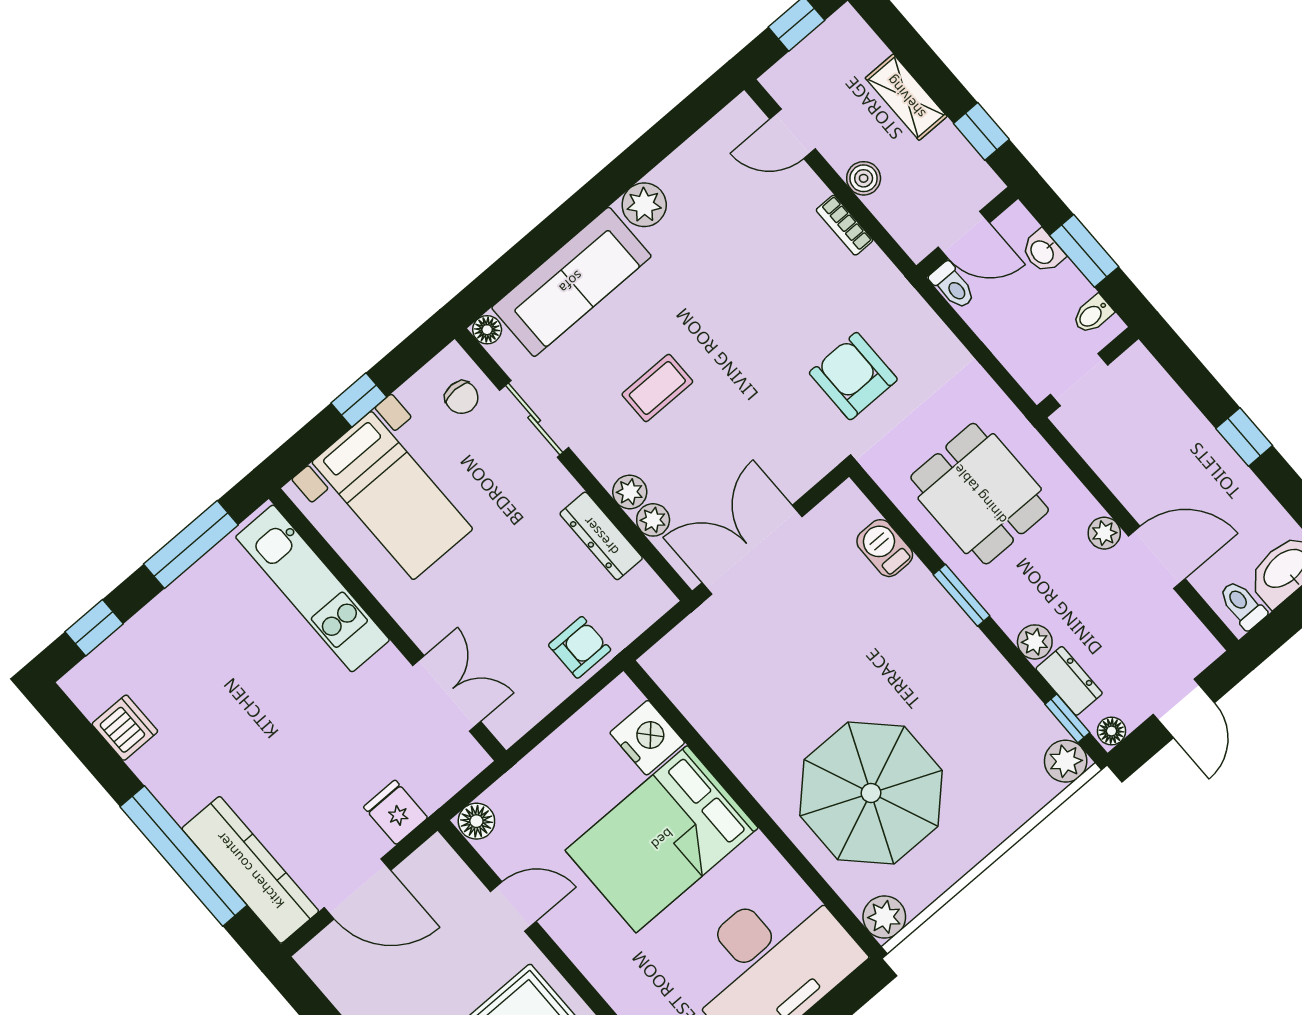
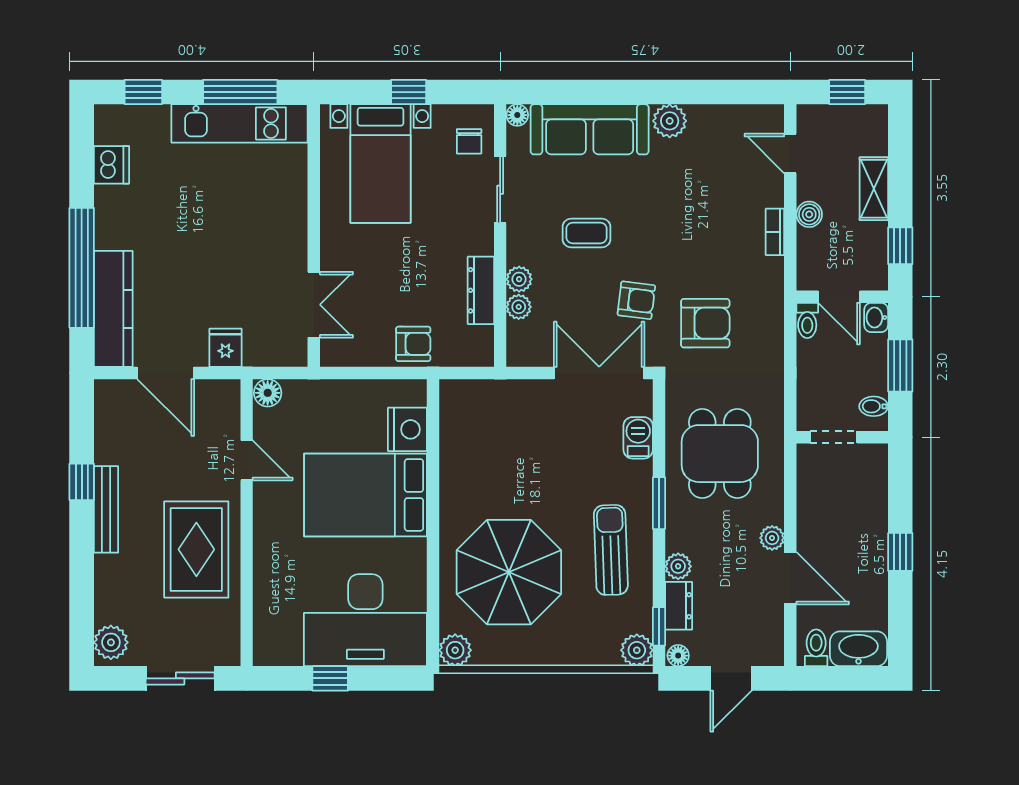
washbasin: (1043, 252) -> (876, 317), moved
armchair: (853, 376) -> (705, 323), turned 90
armchair: (765, 412) -> (636, 300), added
double door: (752, 550) -> (599, 373), moved
kitchen unit: (312, 588) -> (240, 123), moved, turned -90
sun lounger: (954, 683) -> (611, 550), added

